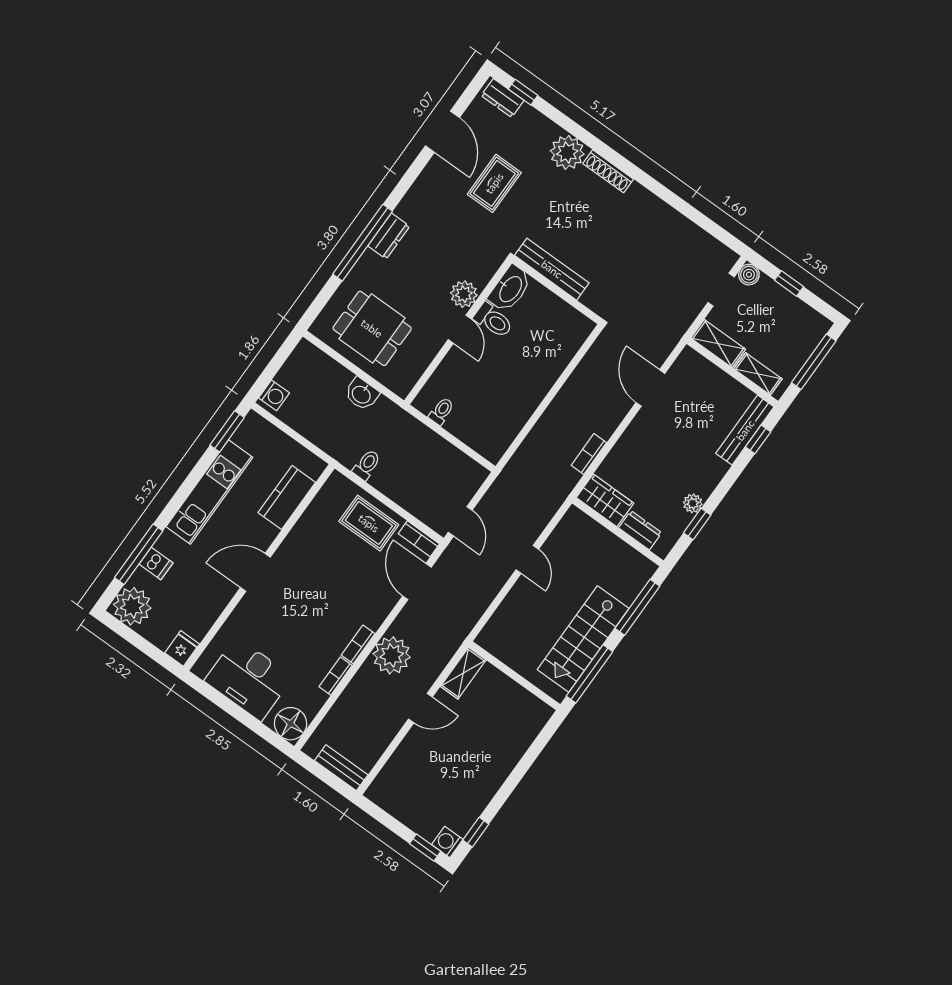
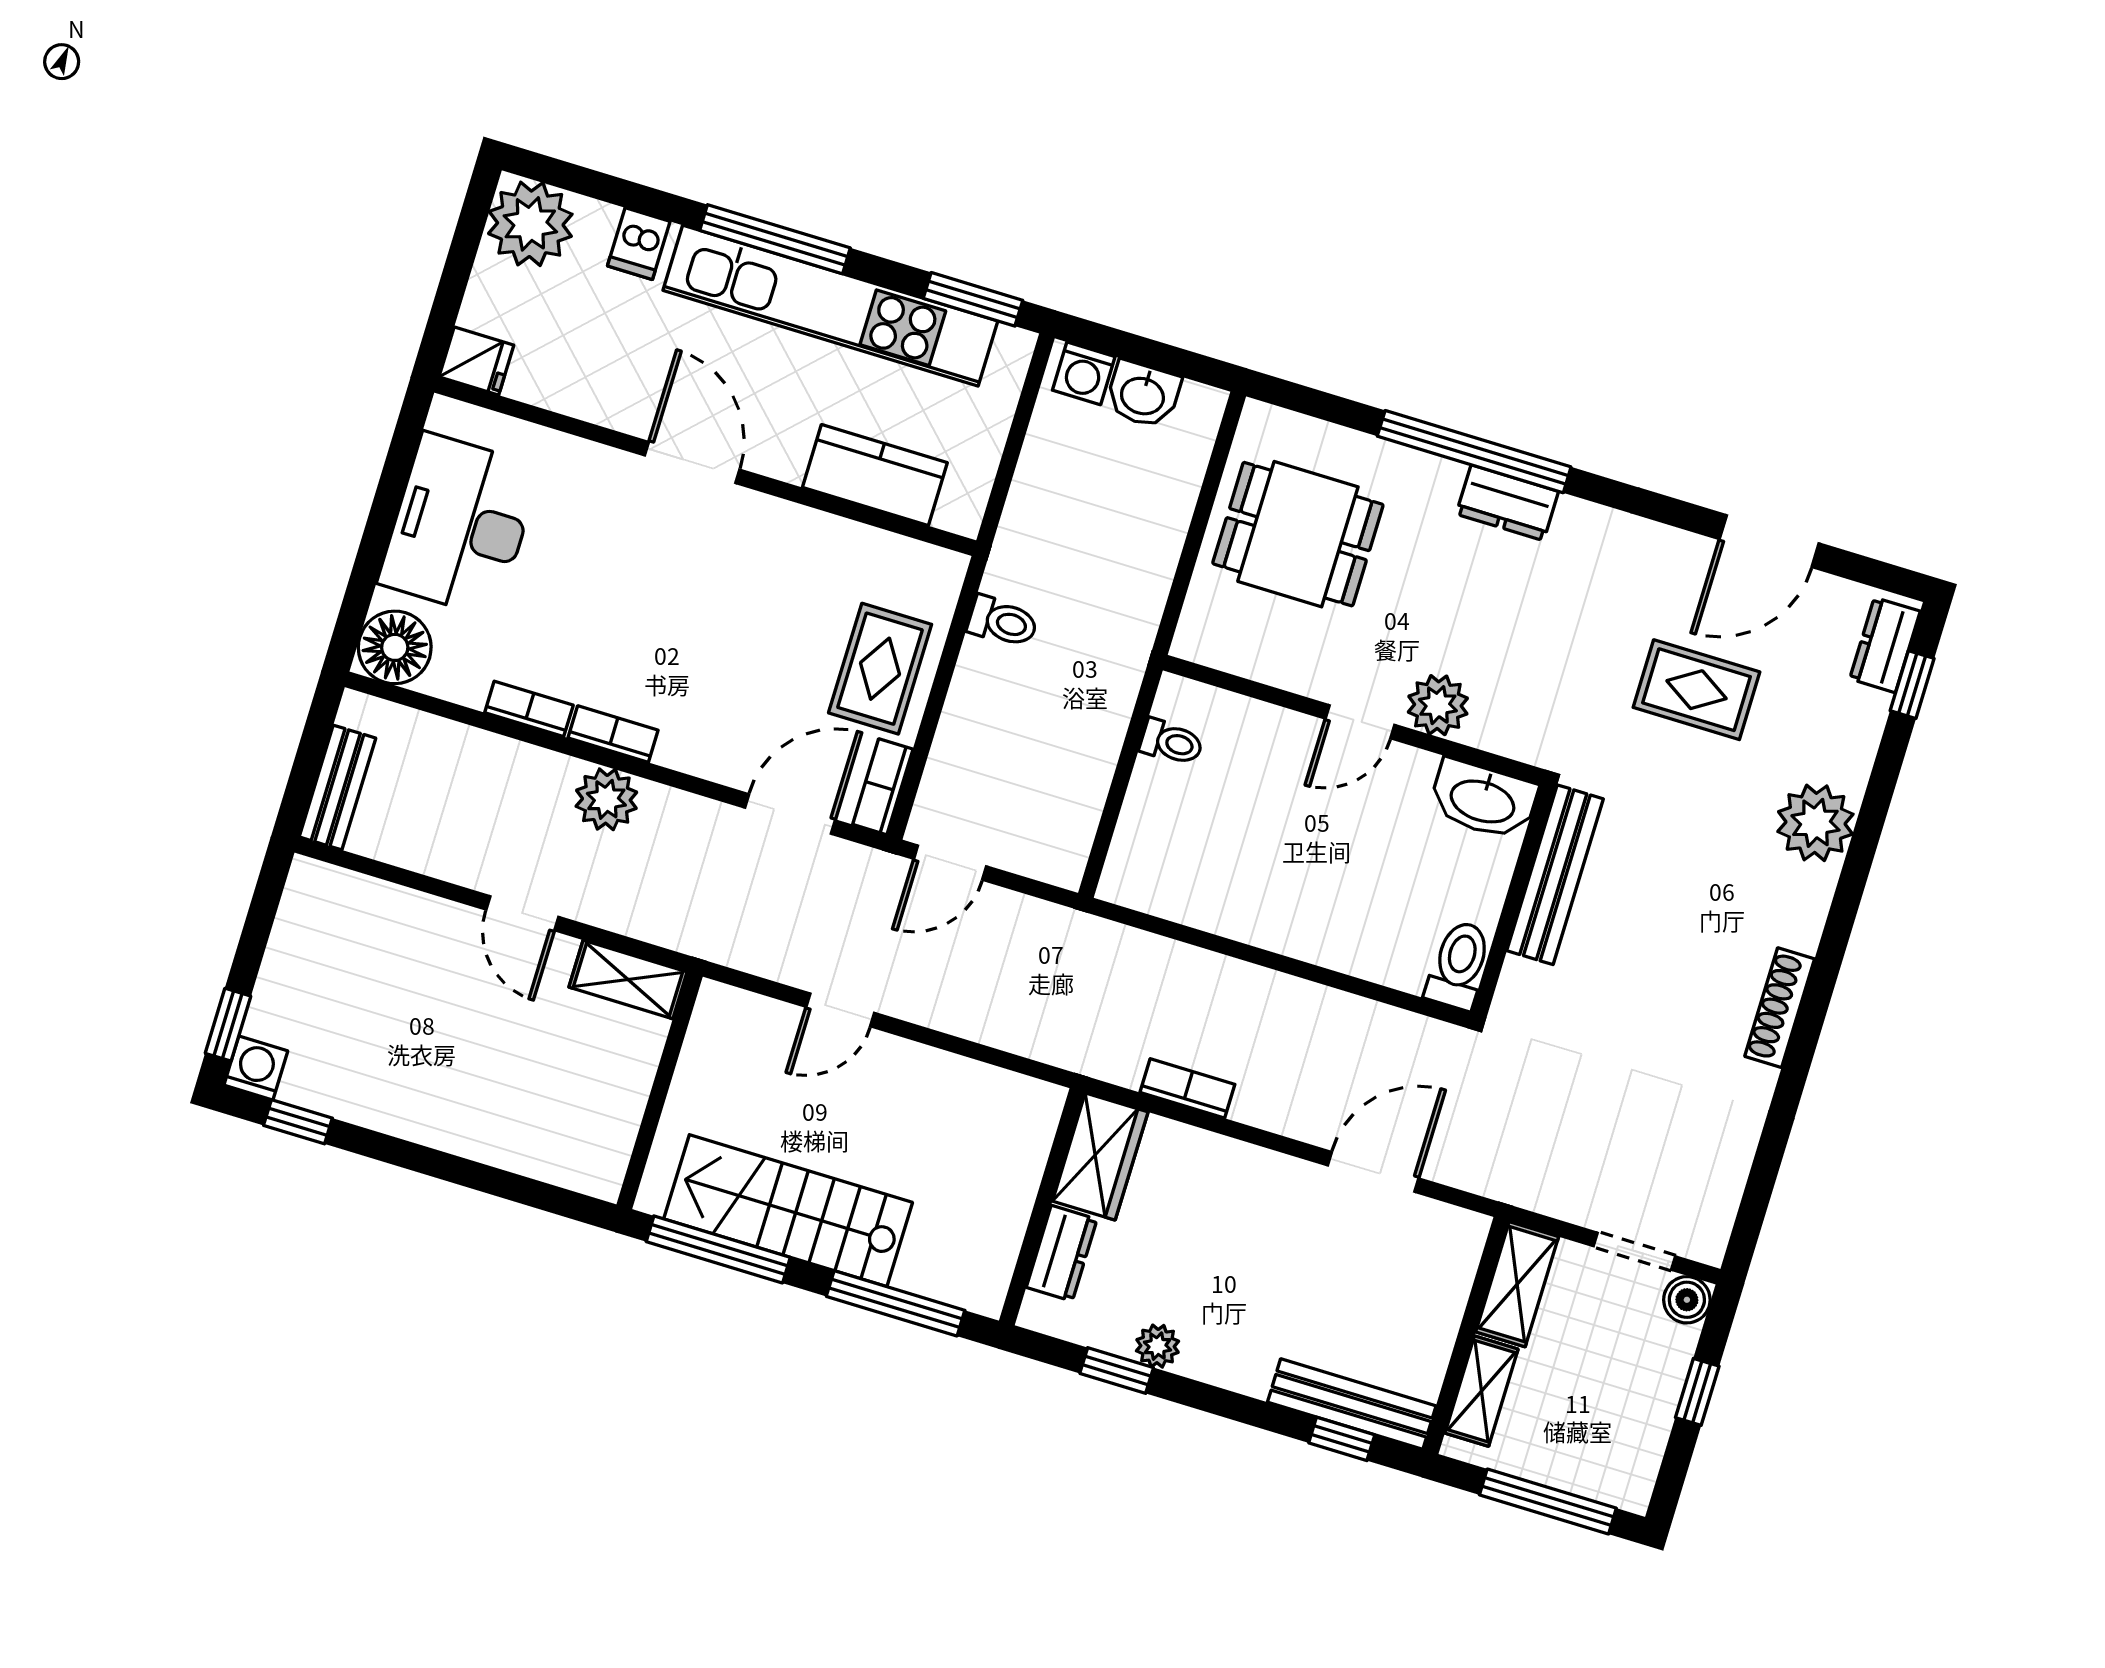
shoe rack: (608, 171) -> (1780, 1008), moved
toilet: (493, 320) -> (1459, 965), moved, turned 180
dining table: (372, 328) -> (1298, 534), turned 90
washbasin: (362, 394) -> (1143, 394), moved, turned -90
kitchen unit: (209, 492) -> (830, 306), width x1.36
window: (139, 554) -> (775, 239), moved
door: (527, 559) -> (840, 1010), moved
plant: (392, 655) -> (606, 799), width x0.73, depth x0.73

